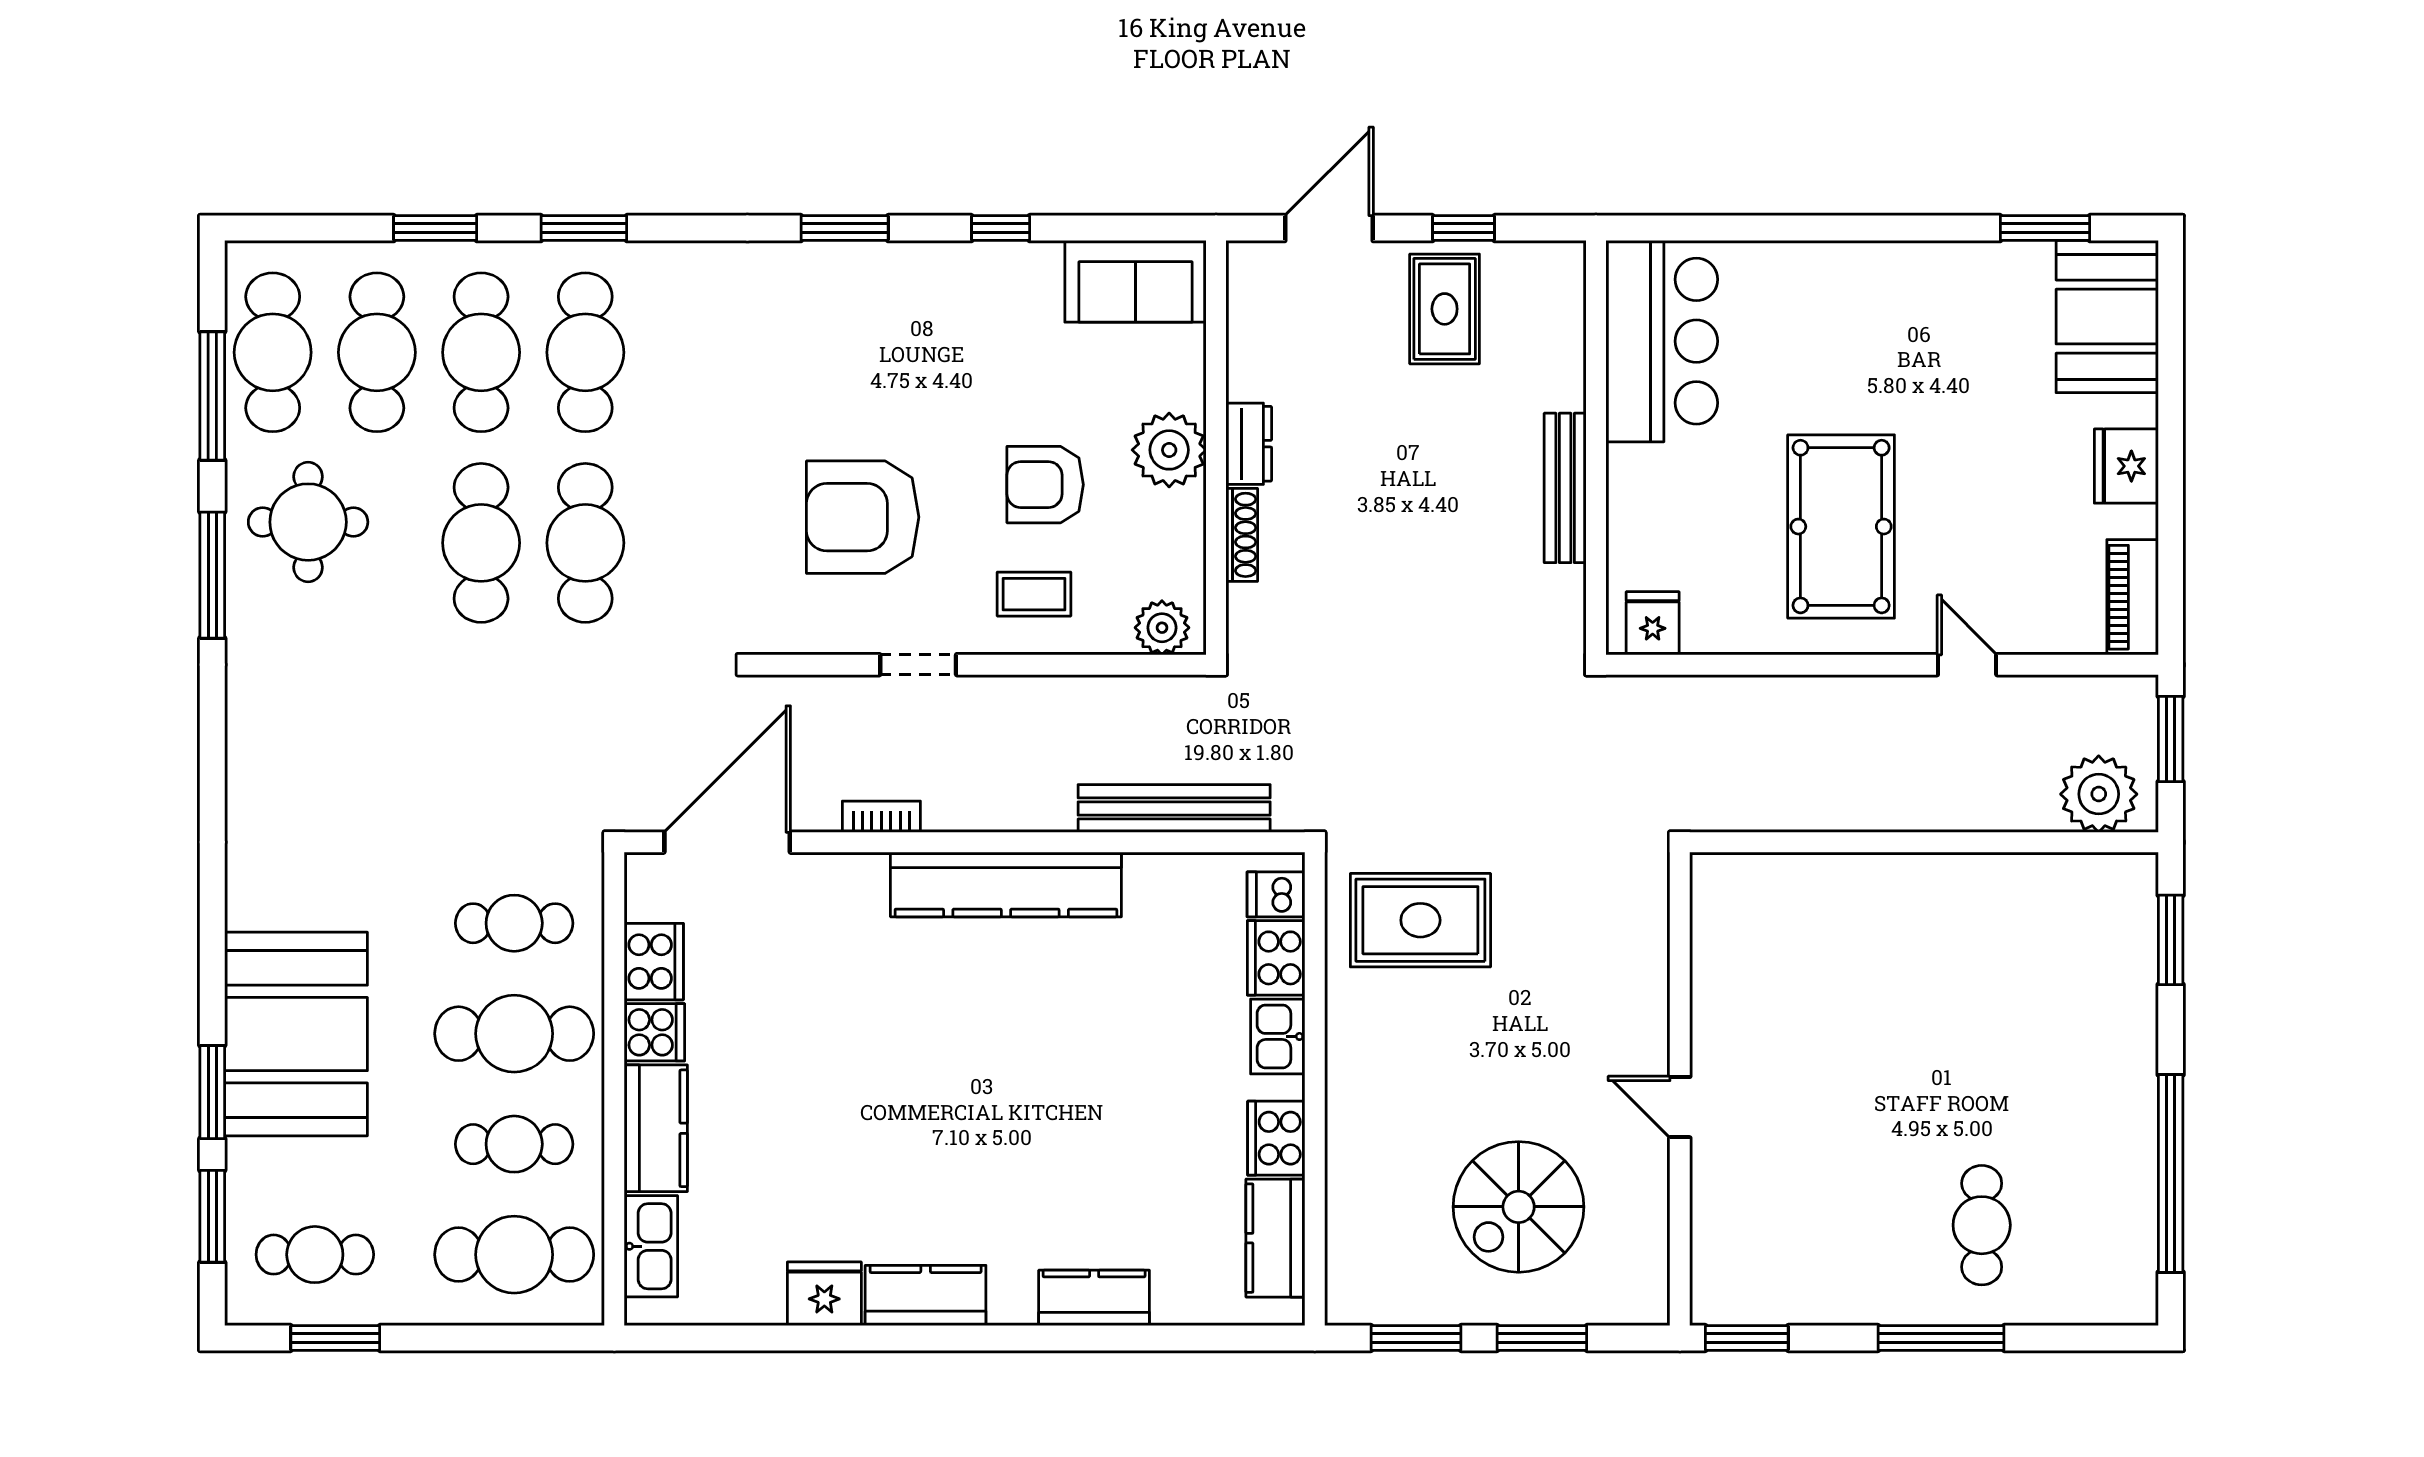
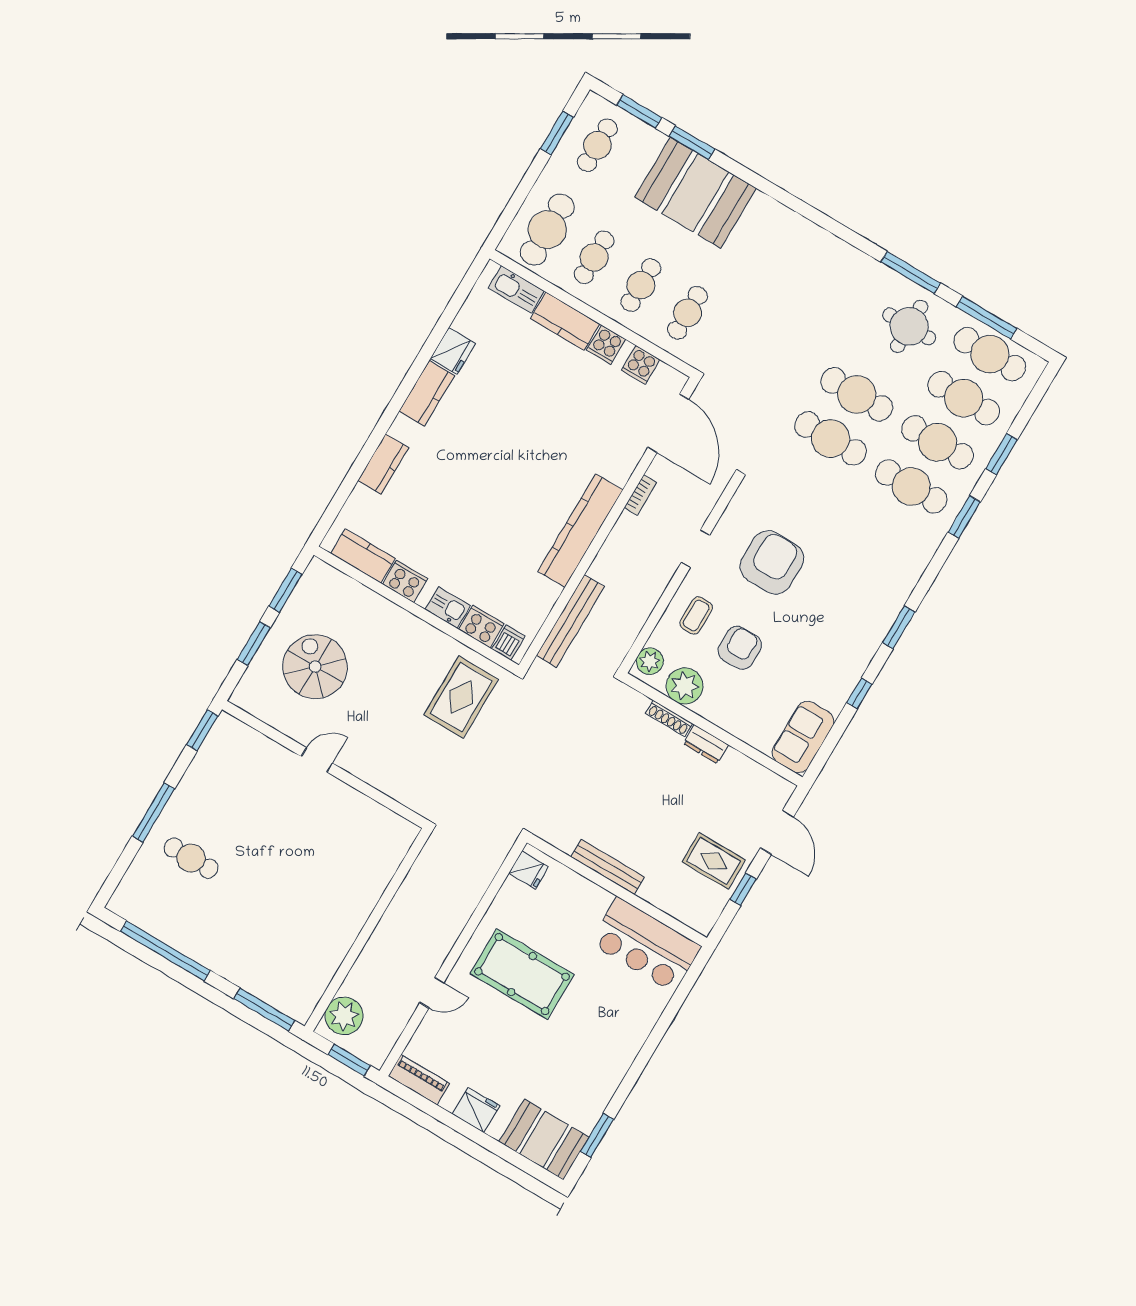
plant: (1169, 450) -> (685, 686), moved
window: (2171, 940) -> (264, 1010), width x1.44
cooker: (654, 962) -> (641, 365), width x0.73
cafe table: (514, 1034) -> (641, 285), width x0.73, depth x0.74

